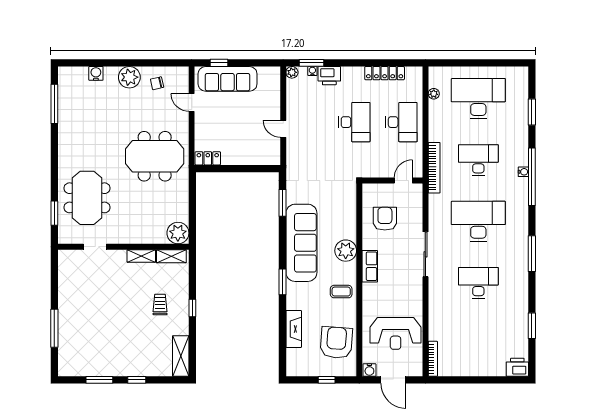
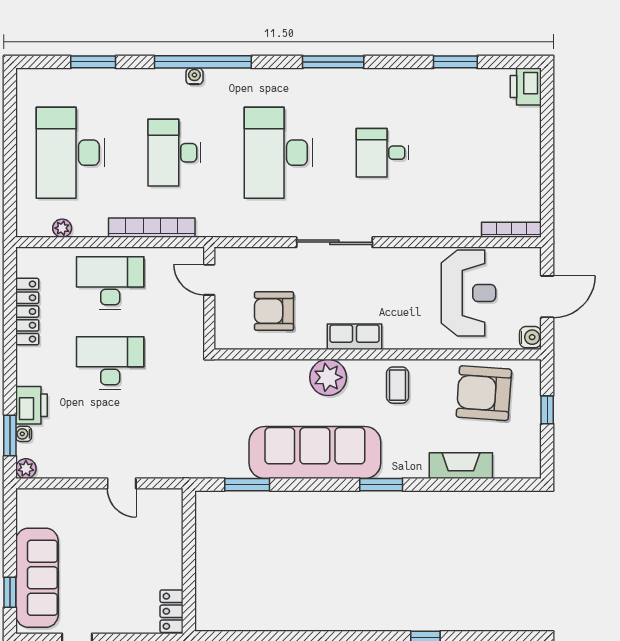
door: (283, 129) -> (122, 483), hinge flipped
bookcase: (434, 168) -> (152, 228), moved
desk: (478, 283) -> (383, 153), width x0.73

